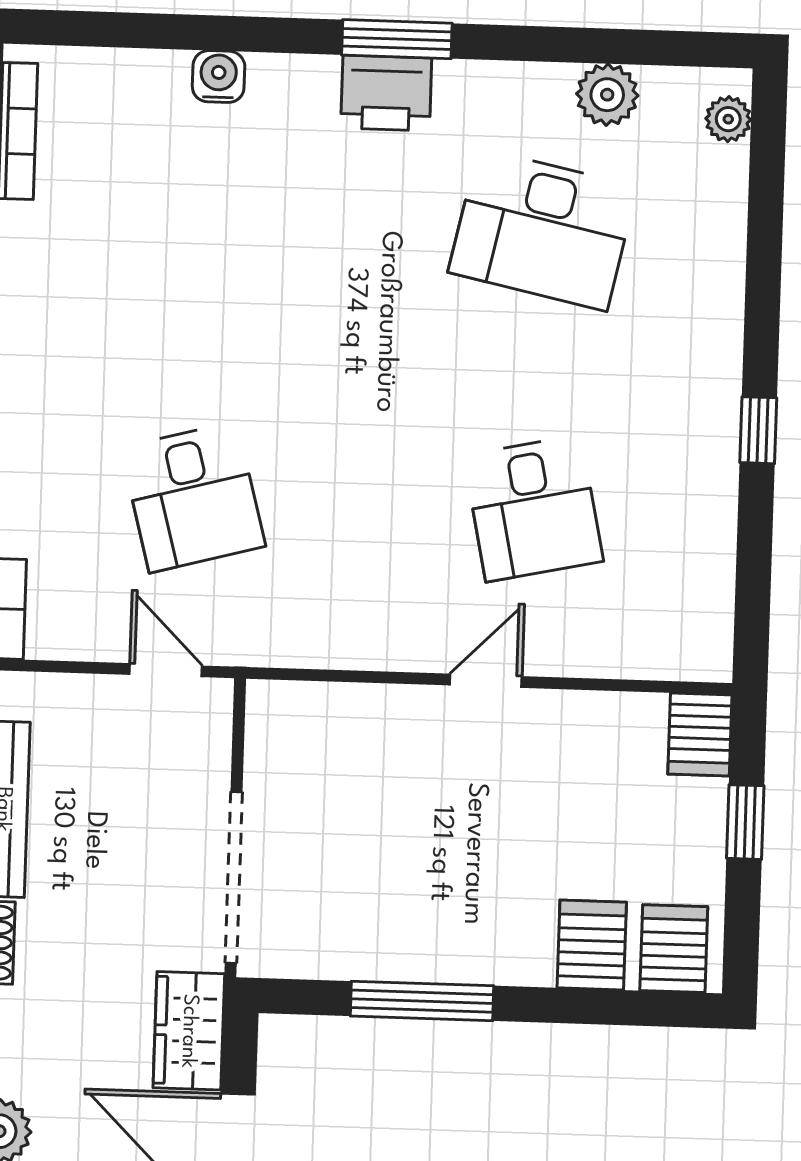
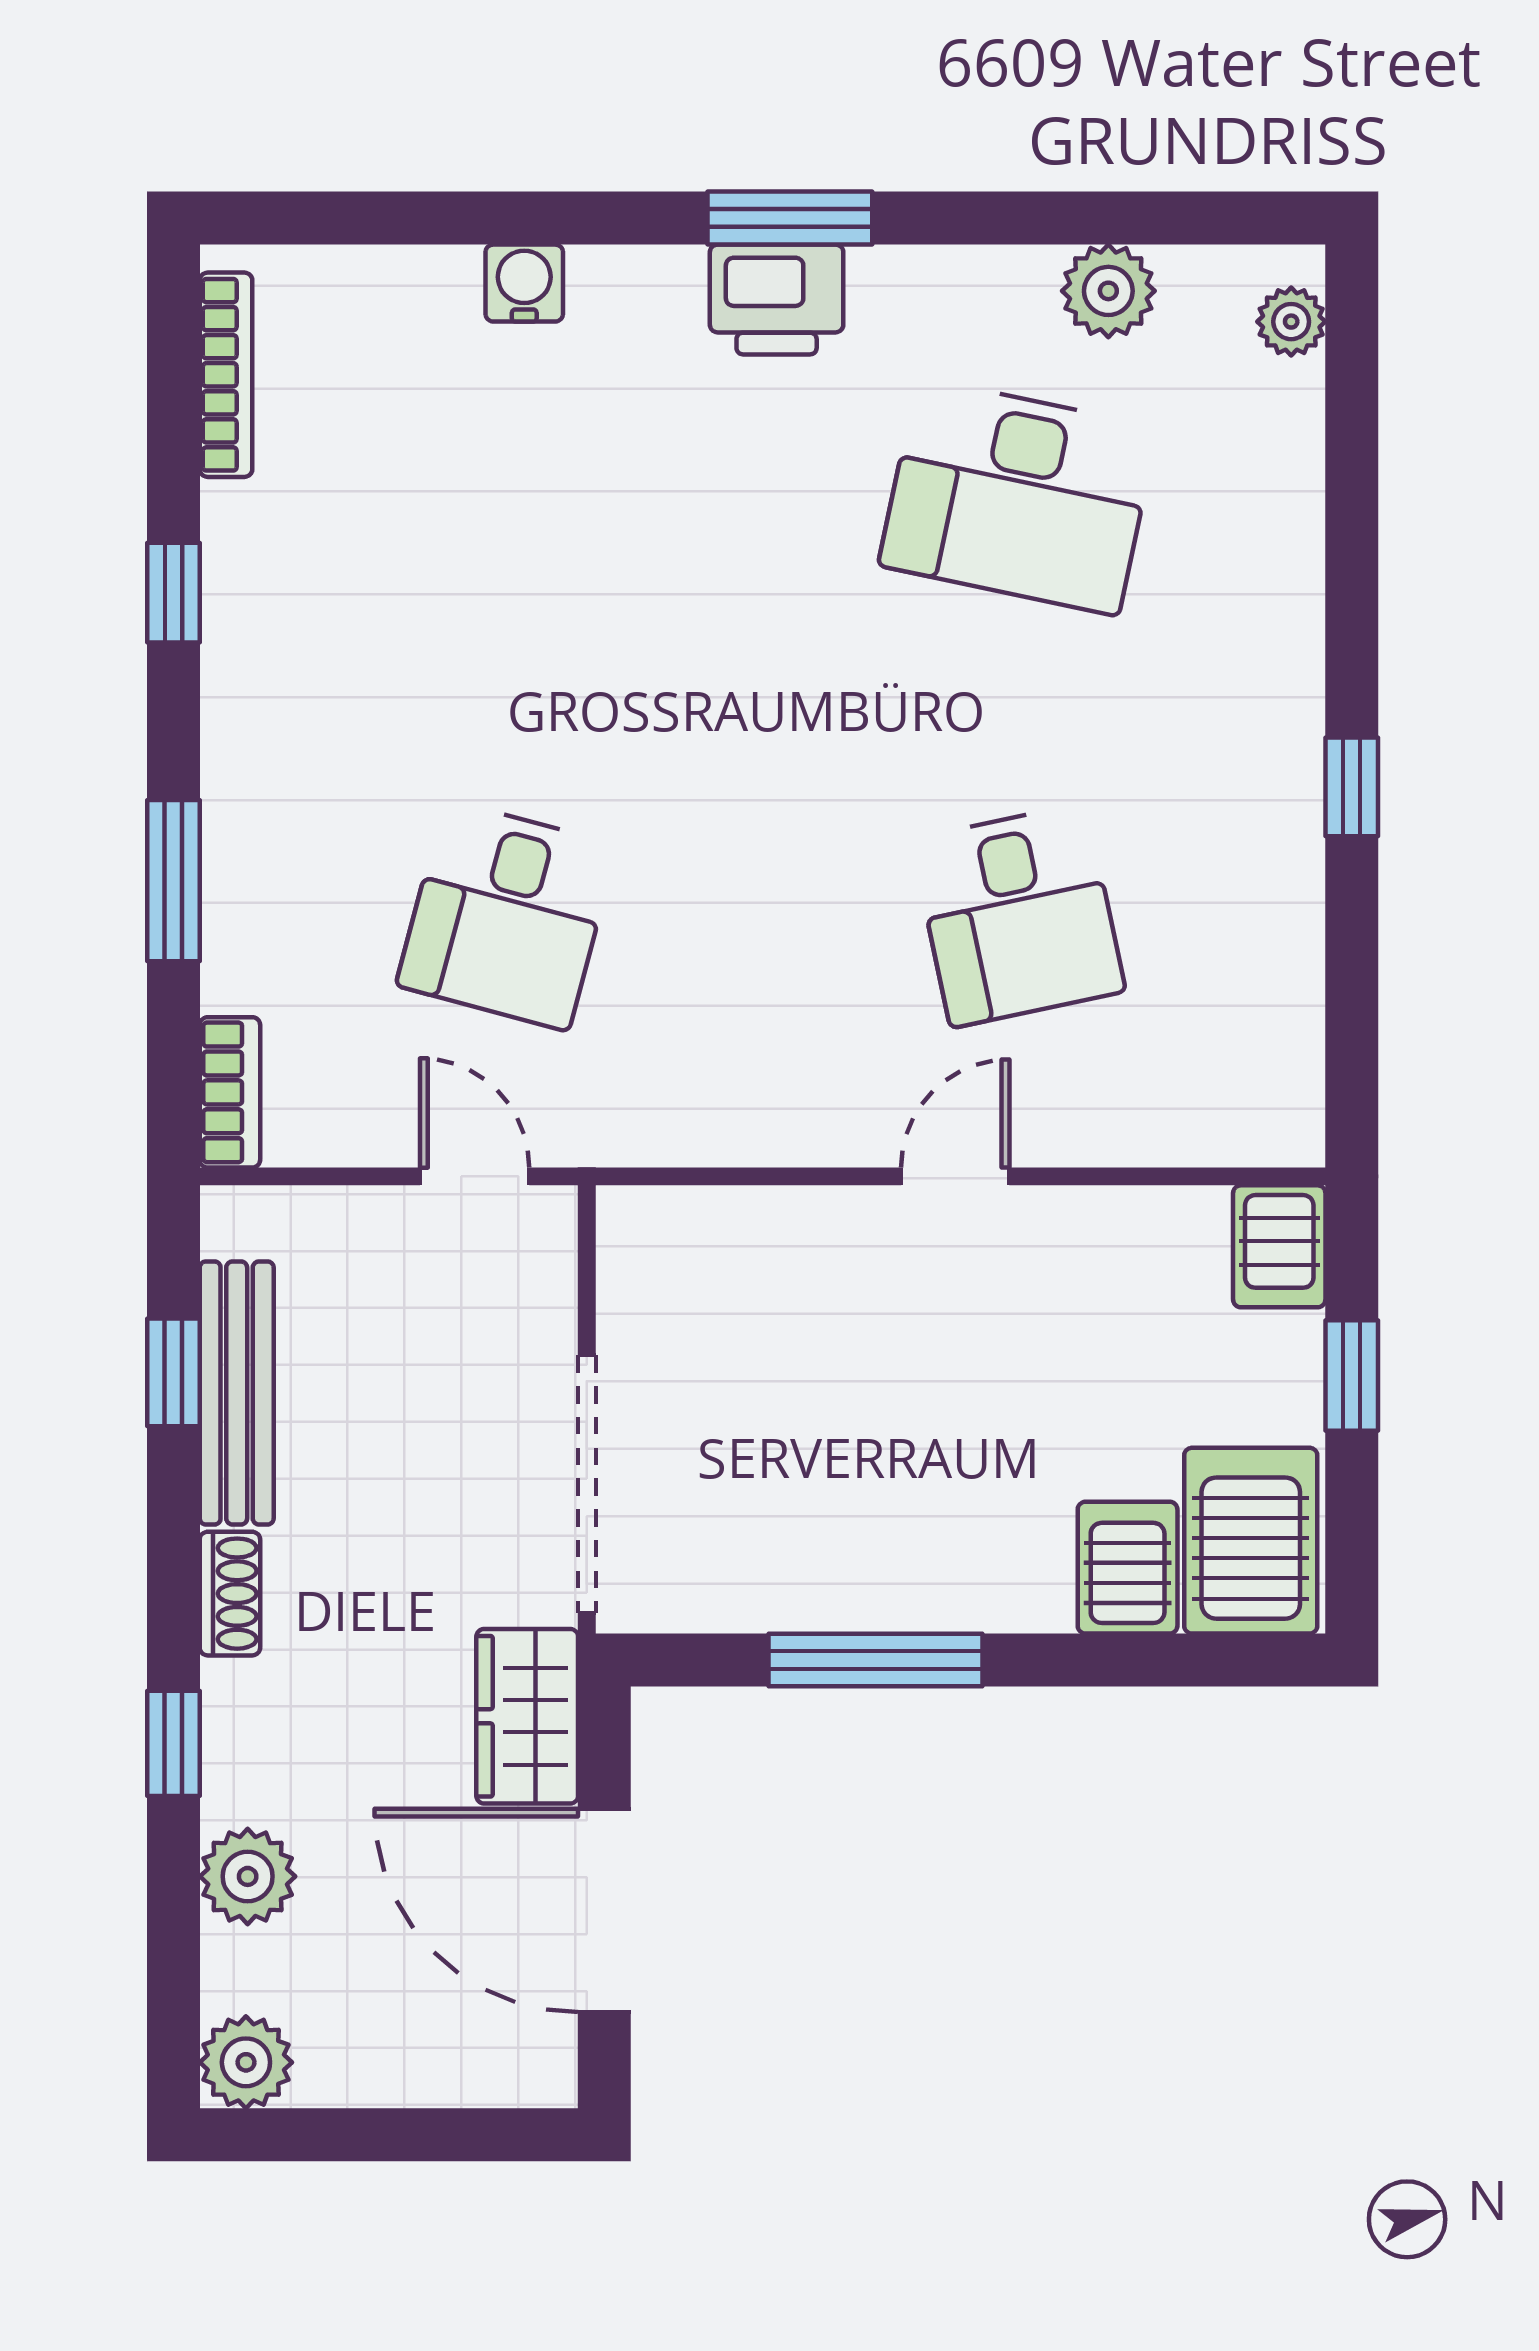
desk: (193, 497) -> (507, 915), turned 30
server rack: (674, 949) -> (1251, 1541), width x1.36, depth x1.44

